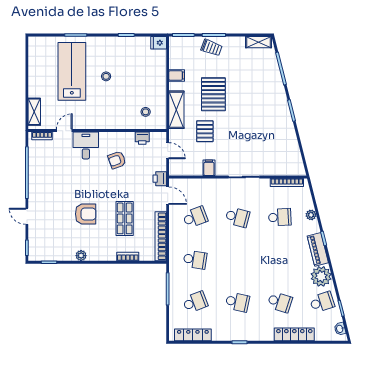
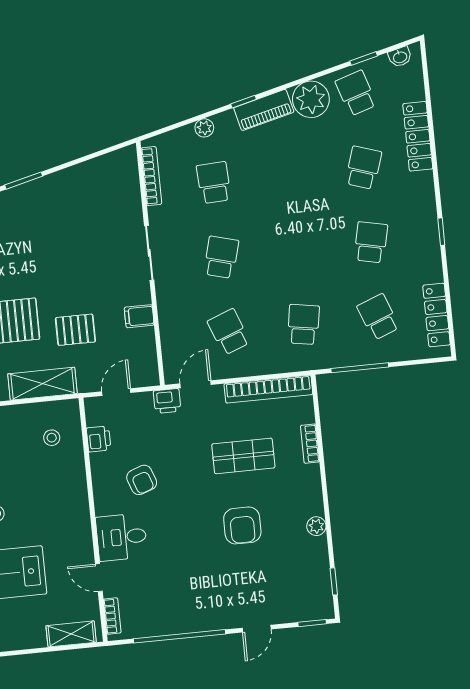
armchair: (86, 214) -> (242, 525), turned 180

